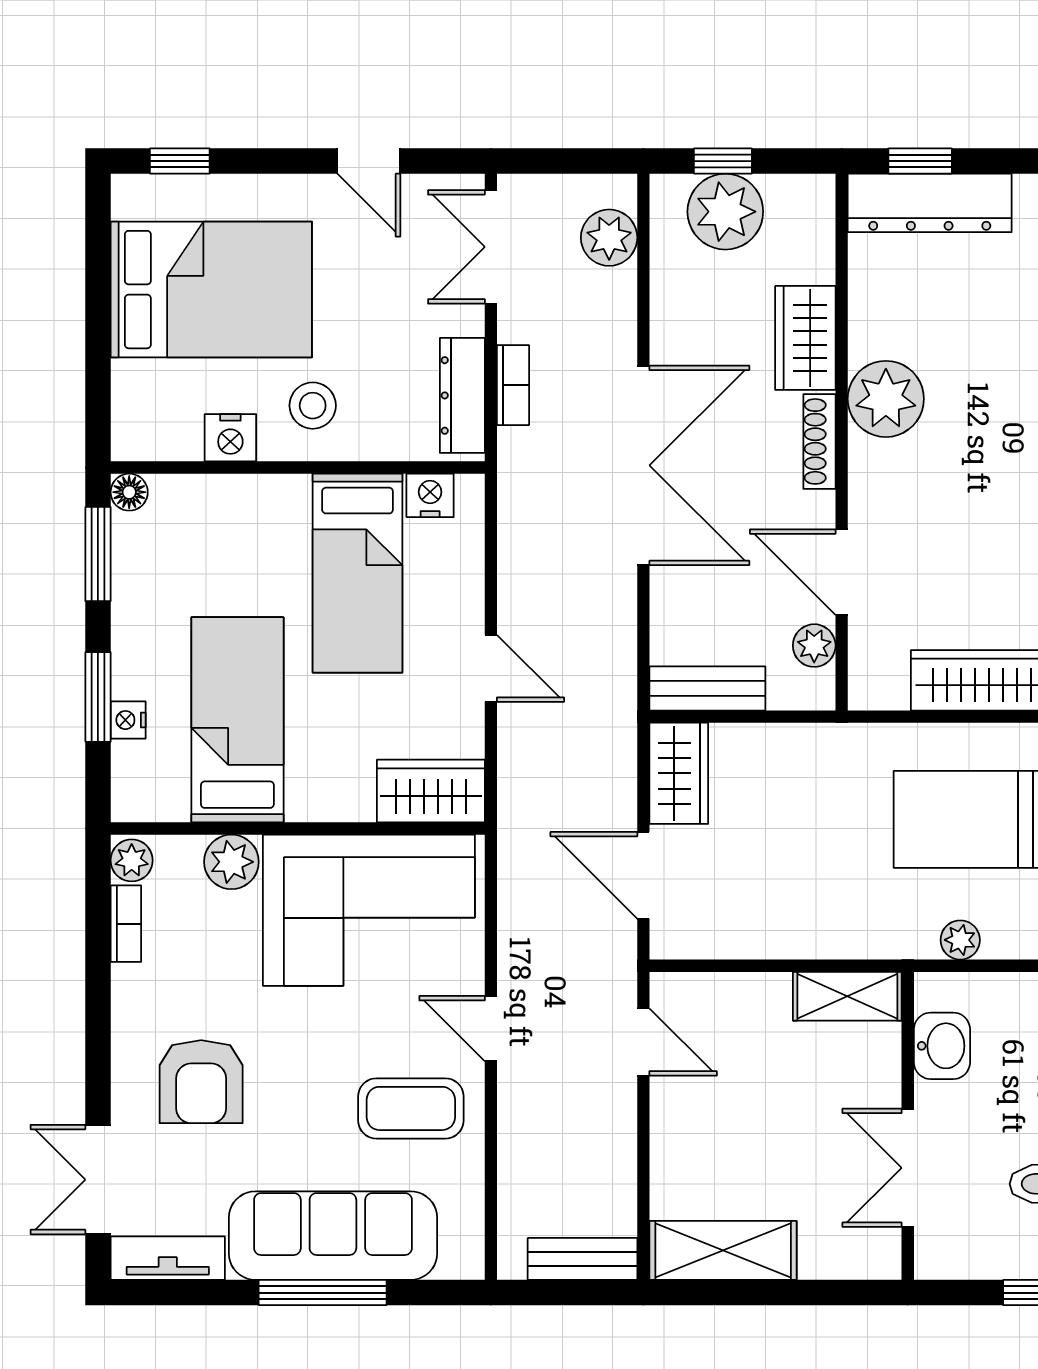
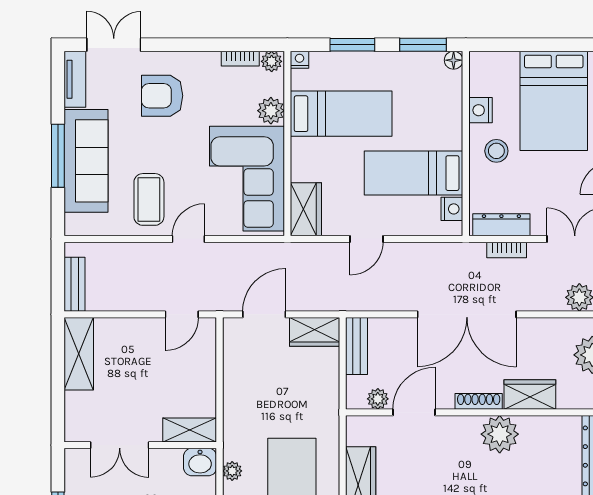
nightstand: (128, 720) -> (300, 60), moved
shelving: (847, 996) -> (190, 430), moved, turned 90
washbasin: (942, 1046) -> (200, 462), moved
double door: (908, 1168) -> (120, 445), swing flipped

